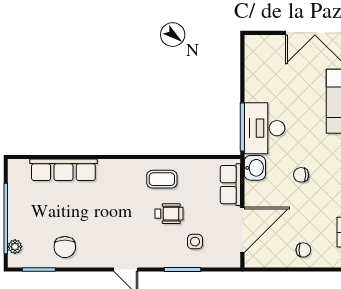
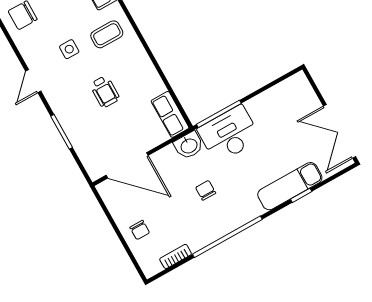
coffee table: (162, 179) -> (107, 34), moved, turned 90
row of seats: (230, 185) -> (170, 114), moved, turned -90
side table: (195, 242) -> (69, 49), moved

